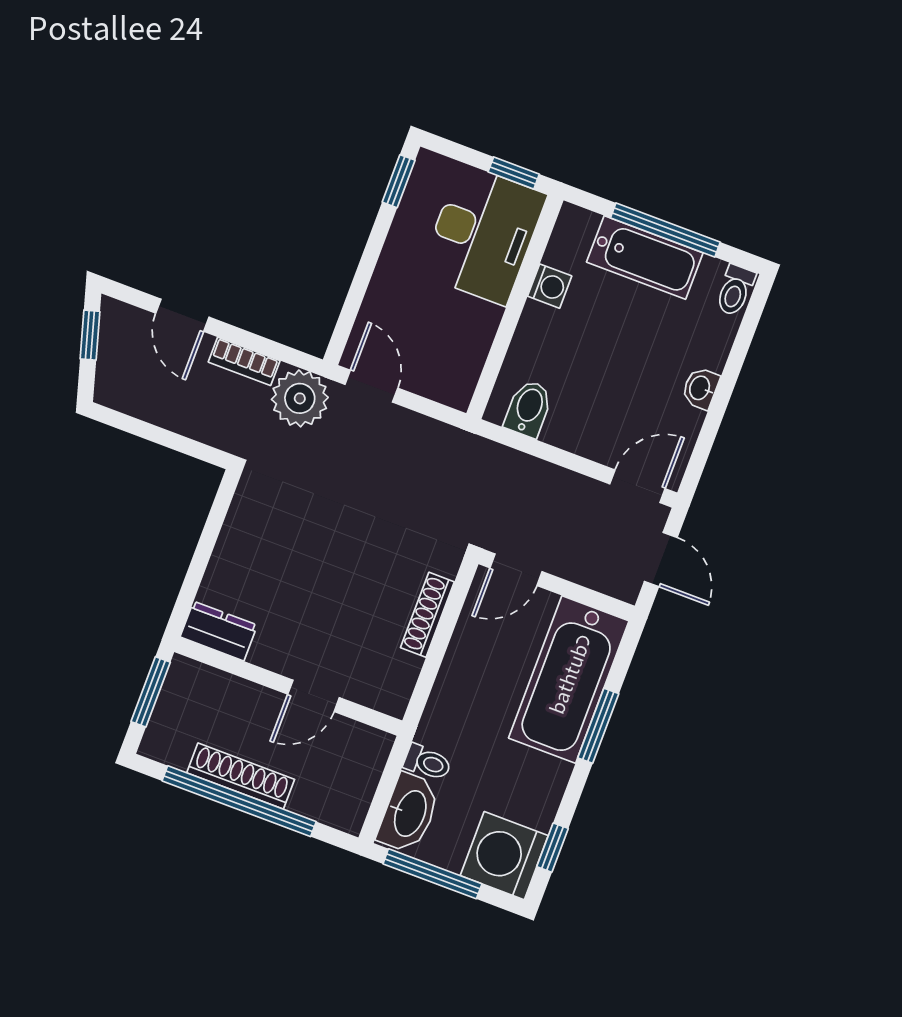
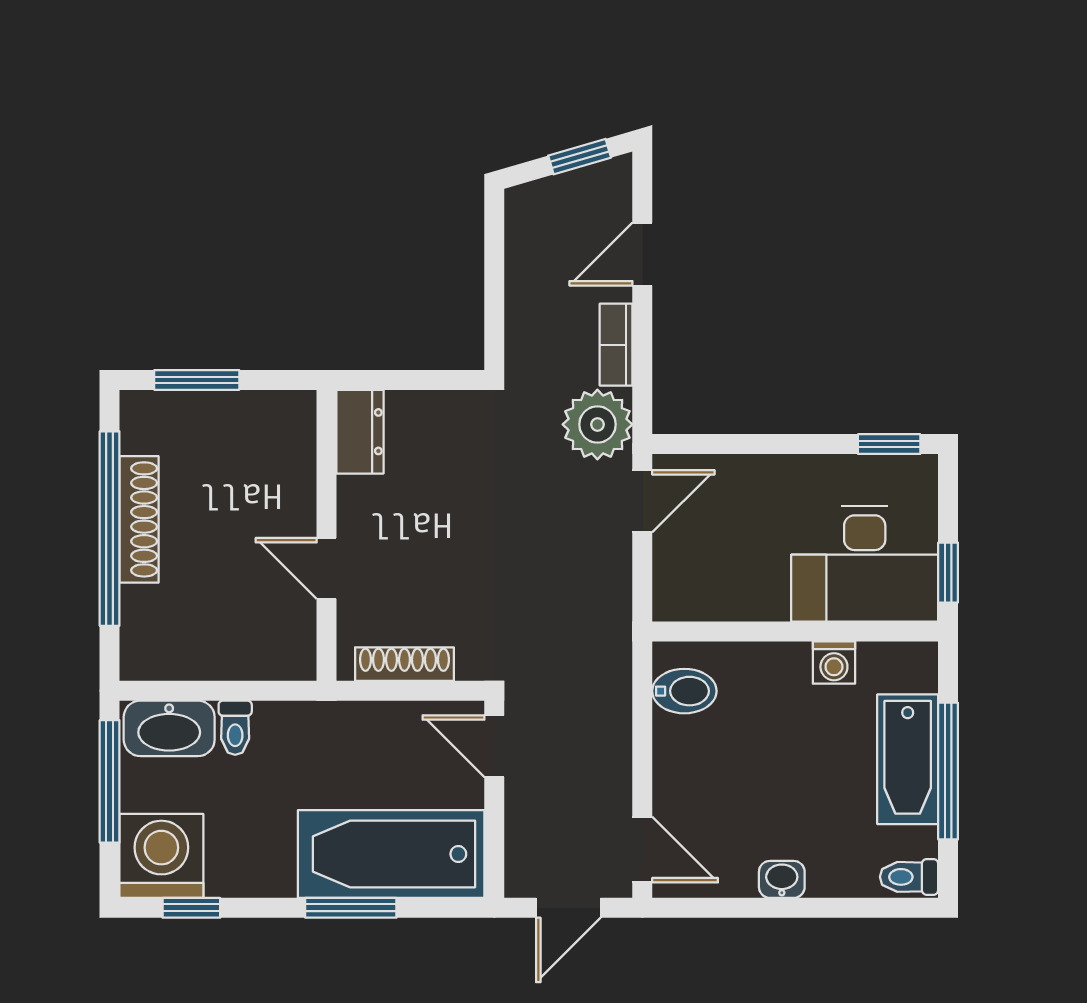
dresser: (219, 631) -> (360, 432), moved
wall: (288, 686) -> (327, 535), moved
door: (314, 696) -> (327, 568), moved

